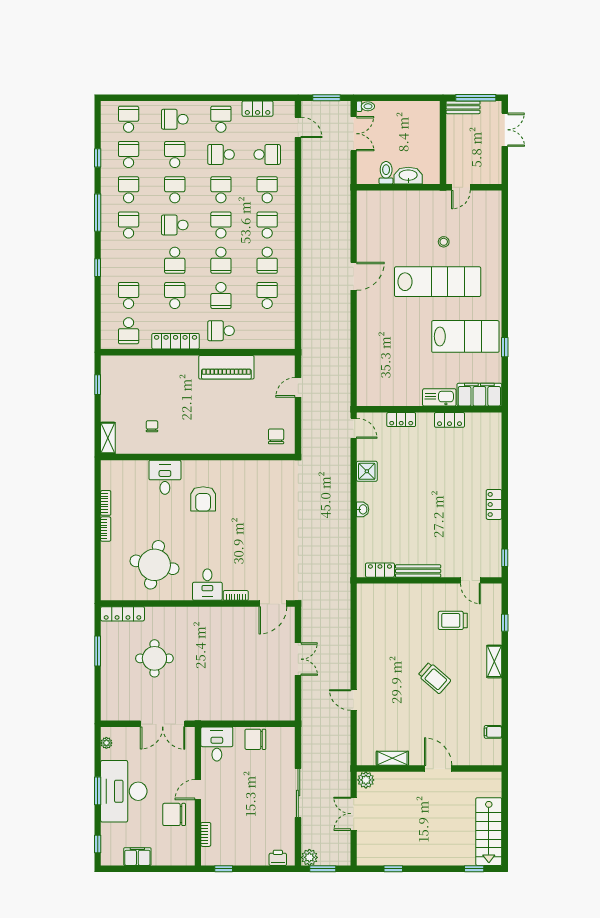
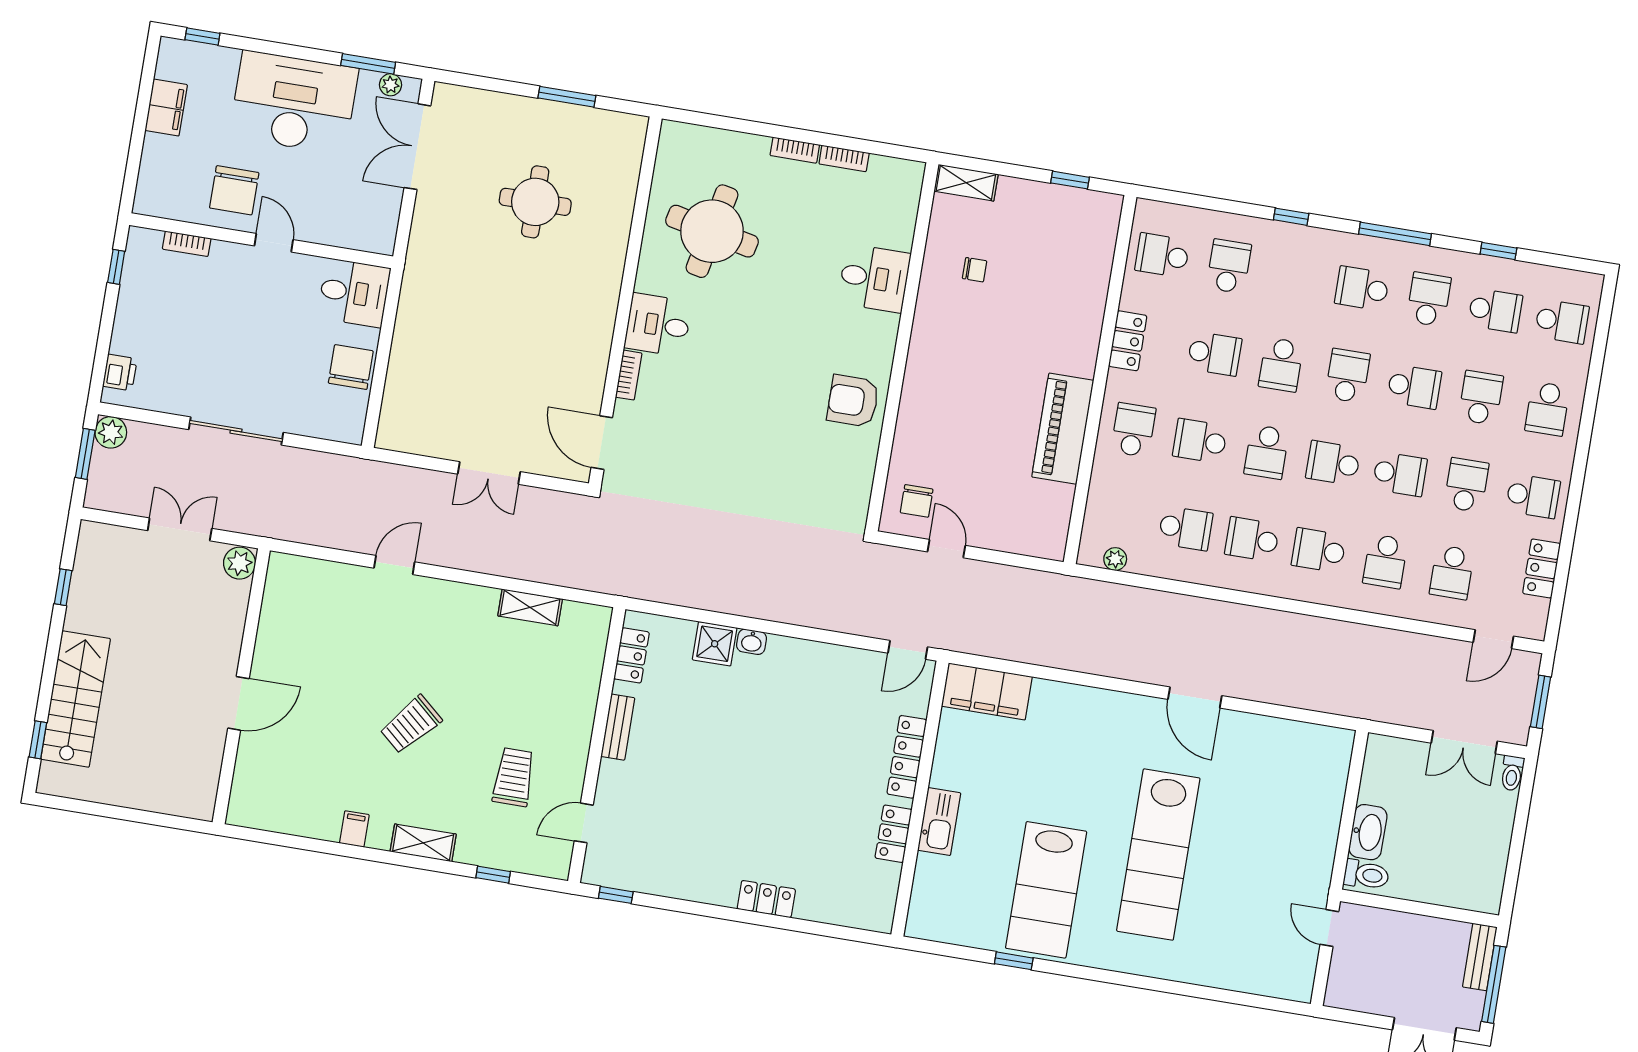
school desk: (175, 119) -> (1547, 409), turned 180
school desk: (175, 154) -> (1481, 398), turned -90
toilet: (386, 173) -> (1366, 875), moved
school desk: (129, 190) -> (1429, 299), turned -90
school desk: (267, 190) -> (1385, 561), turned 90
school desk: (129, 225) -> (1362, 288), turned 180
school desk: (221, 225) -> (1333, 463), turned 180
school desk: (267, 225) -> (1319, 550), turned 180
stool: (444, 242) -> (1232, 878), removed
school desk: (175, 260) -> (1281, 365), turned -90
school desk: (221, 260) -> (1267, 452), turned -90
school desk: (129, 295) -> (1229, 266), turned -90
plant: (289, 329) -> (1115, 559), added
locker: (176, 341) -> (1128, 341), width x0.66
door: (298, 387) -> (946, 549), moved
filing cabinet: (479, 395) -> (987, 691), moved, turned 90
locker: (401, 420) -> (907, 757), width x1.53
chair: (276, 436) -> (917, 501), turned 90
shower: (367, 471) -> (715, 644), moved
armchair: (203, 499) -> (853, 401), moved
locker: (494, 504) -> (766, 899), moved
bench: (418, 571) -> (618, 727), width x0.73
locker: (122, 614) -> (629, 155), removed
double door: (163, 724) -> (417, 147), moved
filing cabinet: (493, 732) -> (354, 829), moved
shelving: (392, 758) -> (530, 607), moved, turned 90
window: (98, 791) -> (368, 64), moved
chair: (174, 814) -> (234, 190), turned 180
stairs: (489, 832) -> (76, 699), moved, turned 90

